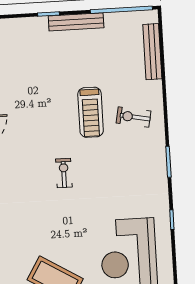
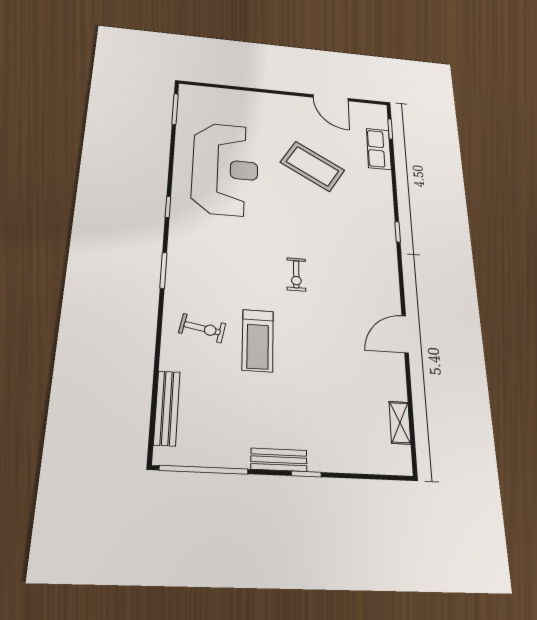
bench: (76, 22) -> (279, 460), width x0.73
treadmill: (91, 112) -> (258, 340), turned 180

